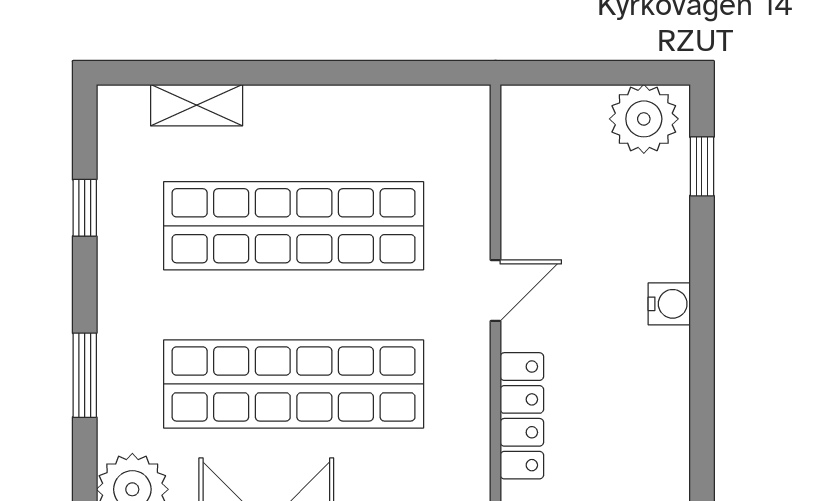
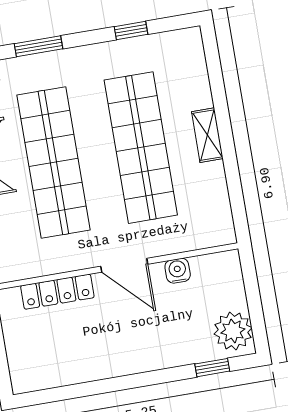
shelving: (197, 105) -> (207, 135), moved
door: (495, 290) -> (124, 265), width x1.38
water cooler: (669, 304) -> (178, 271), moved, turned 180

